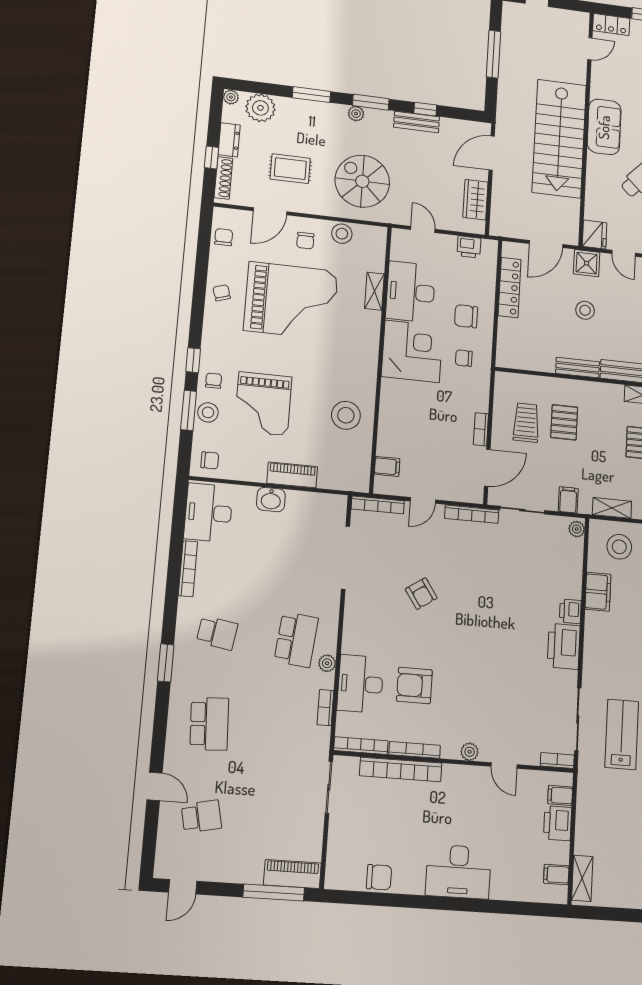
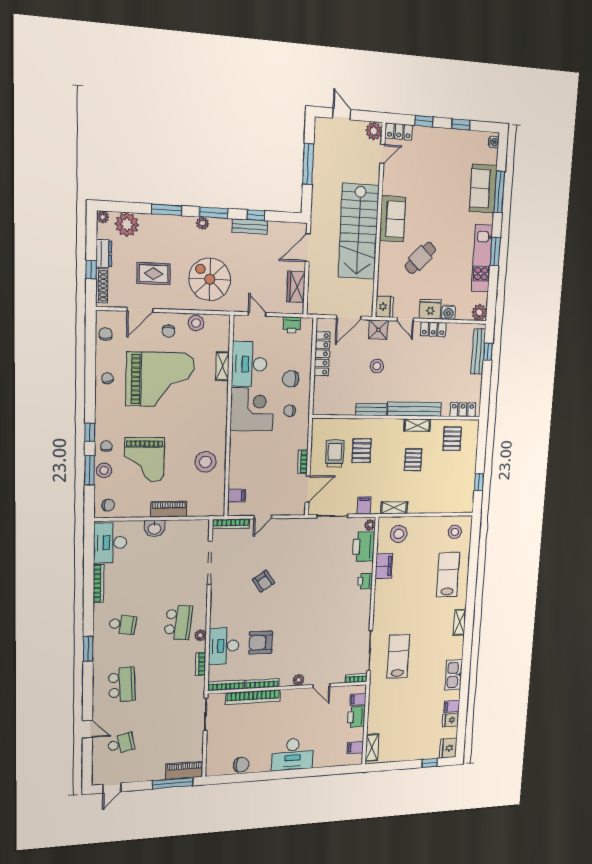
plant: (579, 22) -> (374, 131), added
bookcase: (472, 514) -> (297, 523), removed
printer: (564, 646) -> (364, 547), moved

